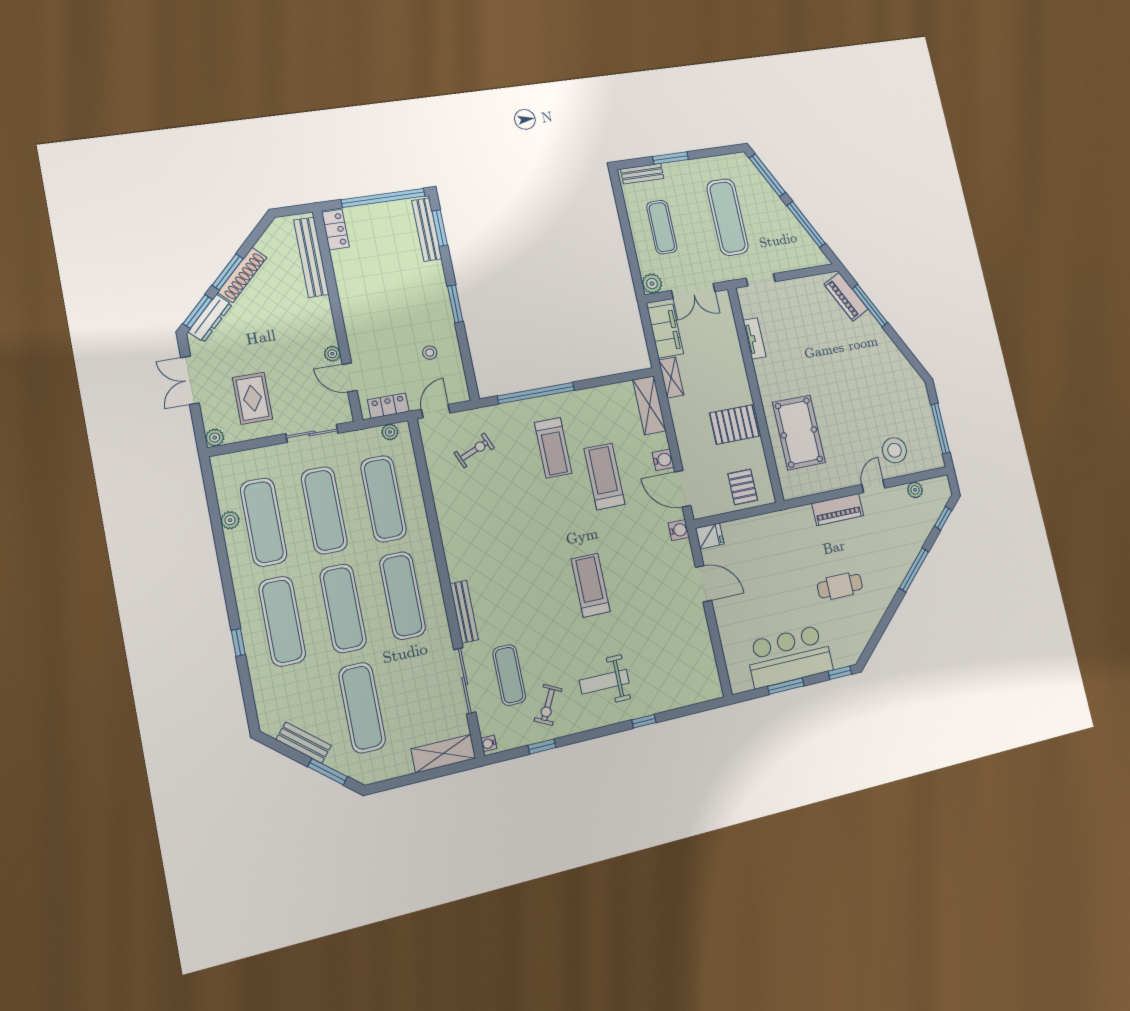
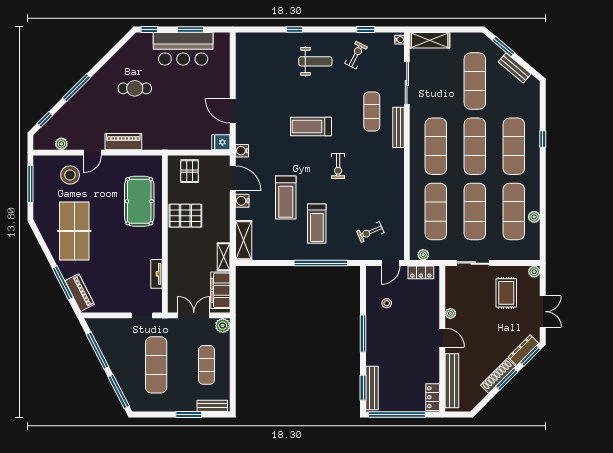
window: (455, 304) -> (363, 334), width x1.44
door: (350, 377) -> (442, 338), moved
table tennis table: (872, 377) -> (74, 231), added
treadmill: (553, 448) -> (317, 224), turned 180
exercise bike: (540, 536) -> (338, 166), added
treadmill: (591, 585) -> (311, 127), turned 90
exercise mat: (509, 675) -> (372, 111), moved

